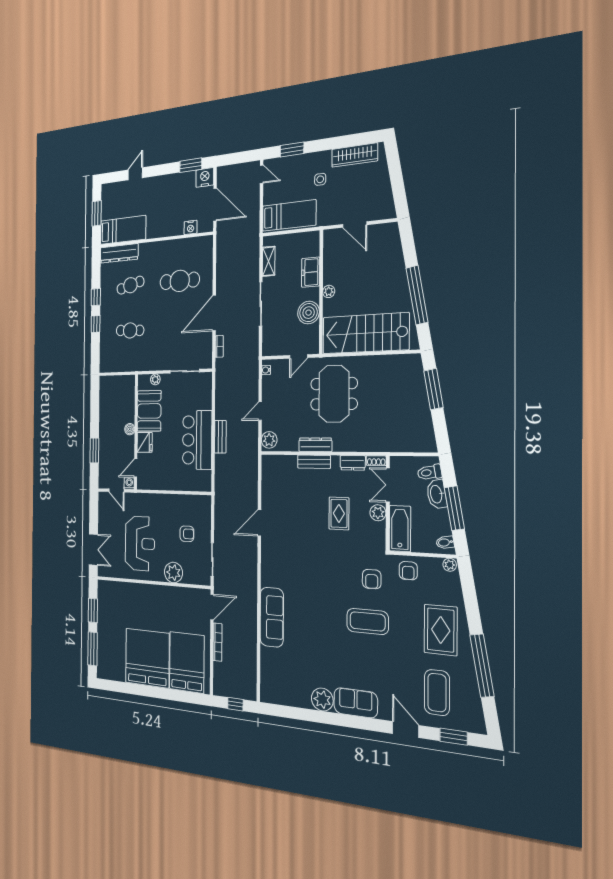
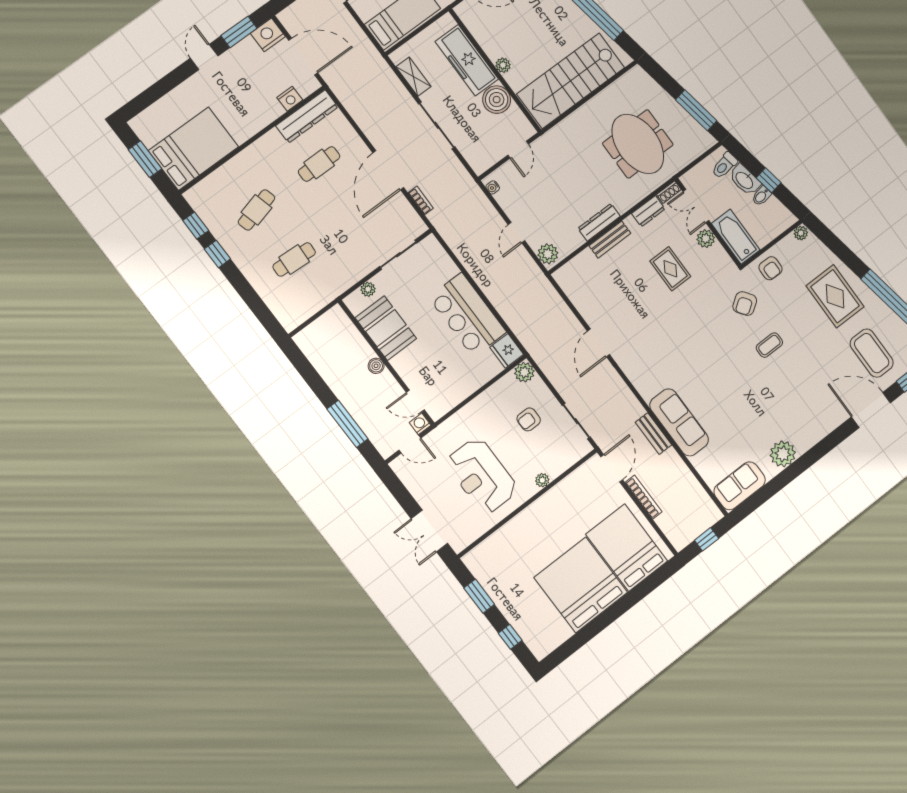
door: (135, 174) -> (204, 57), moved
bed: (123, 230) -> (193, 149), width x1.50
dresser: (119, 253) -> (307, 116), moved
freezer: (311, 272) -> (467, 60), width x1.91, depth x1.26
cafe table: (180, 281) -> (319, 164), width x0.73, depth x0.74
window: (96, 324) -> (196, 226), moved
window: (433, 389) -> (696, 110), moved
meeting table: (334, 394) -> (638, 144), moved
bench: (220, 437) -> (654, 434), moved
fridge: (145, 442) -> (507, 351), moved, turned 180
window: (94, 450) -> (347, 424), width x1.44
door: (136, 468) -> (415, 401), hinge flipped
plant: (204, 503) -> (524, 372), added
window: (454, 508) -> (769, 180), width x0.46
armchair: (187, 534) -> (529, 419), turned 180
bidet: (445, 542) -> (761, 196), moved
reception desk: (140, 543) -> (482, 476), turned 180
double door: (93, 549) -> (429, 531), swing flipped
plant: (173, 572) -> (542, 480), width x0.53, depth x0.53
armchair: (372, 579) -> (745, 304), turned 55
coffee table: (368, 621) -> (769, 345), width x0.54, depth x0.58
window: (92, 649) -> (510, 637), width x0.46
sofa: (356, 703) -> (740, 486), moved
door: (406, 729) -> (871, 410), width x1.36

